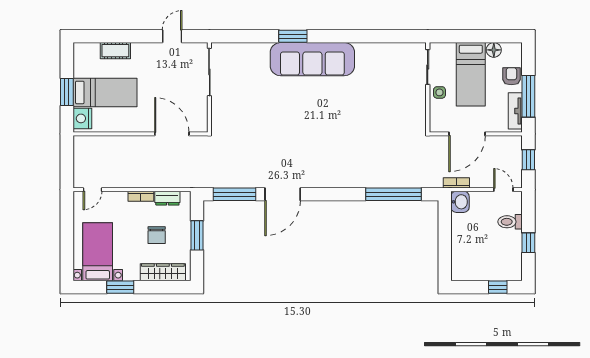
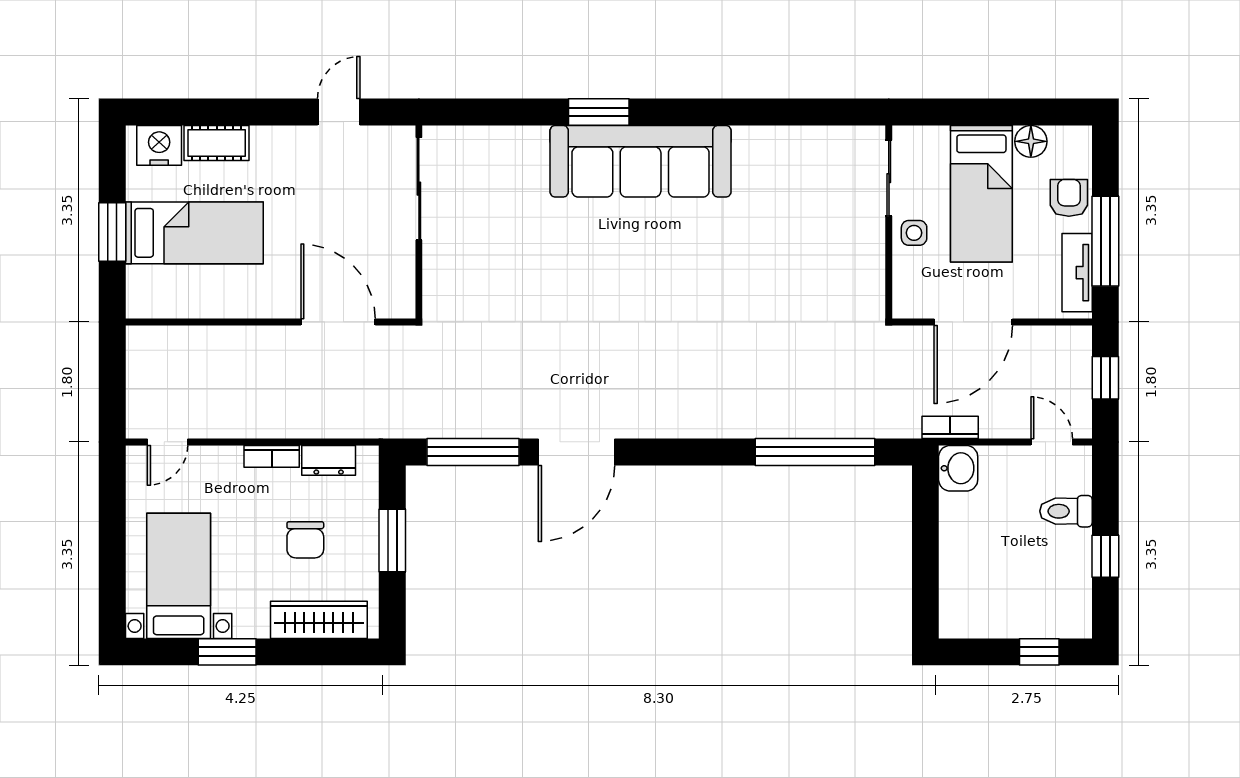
nightstand: (82, 118) -> (159, 145), moved, turned 90

